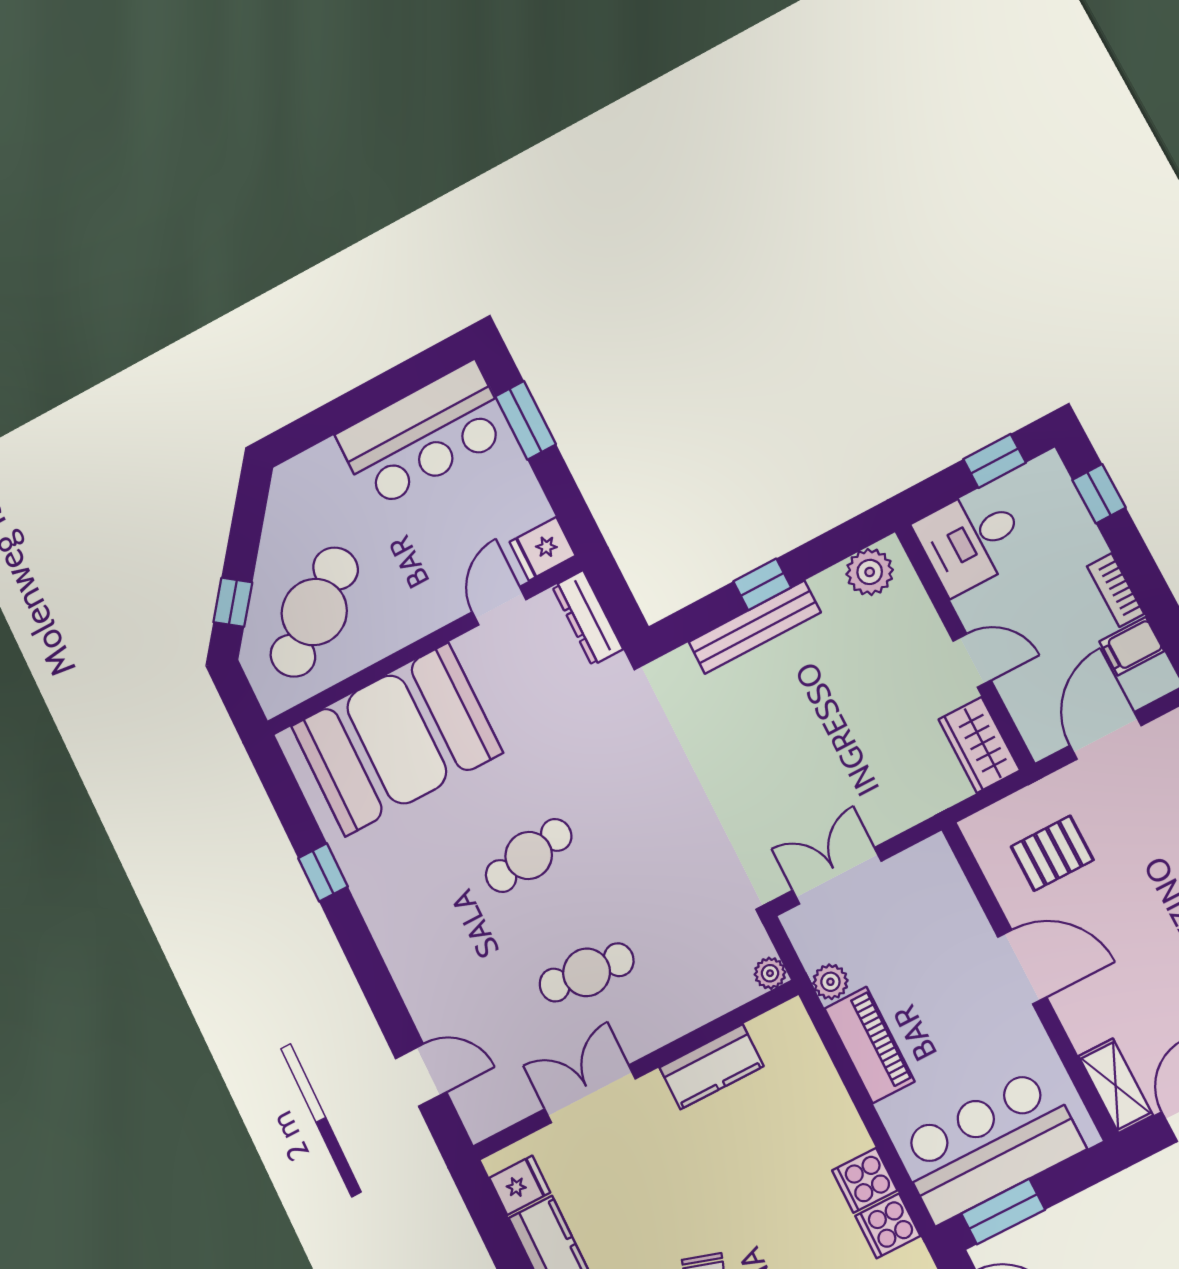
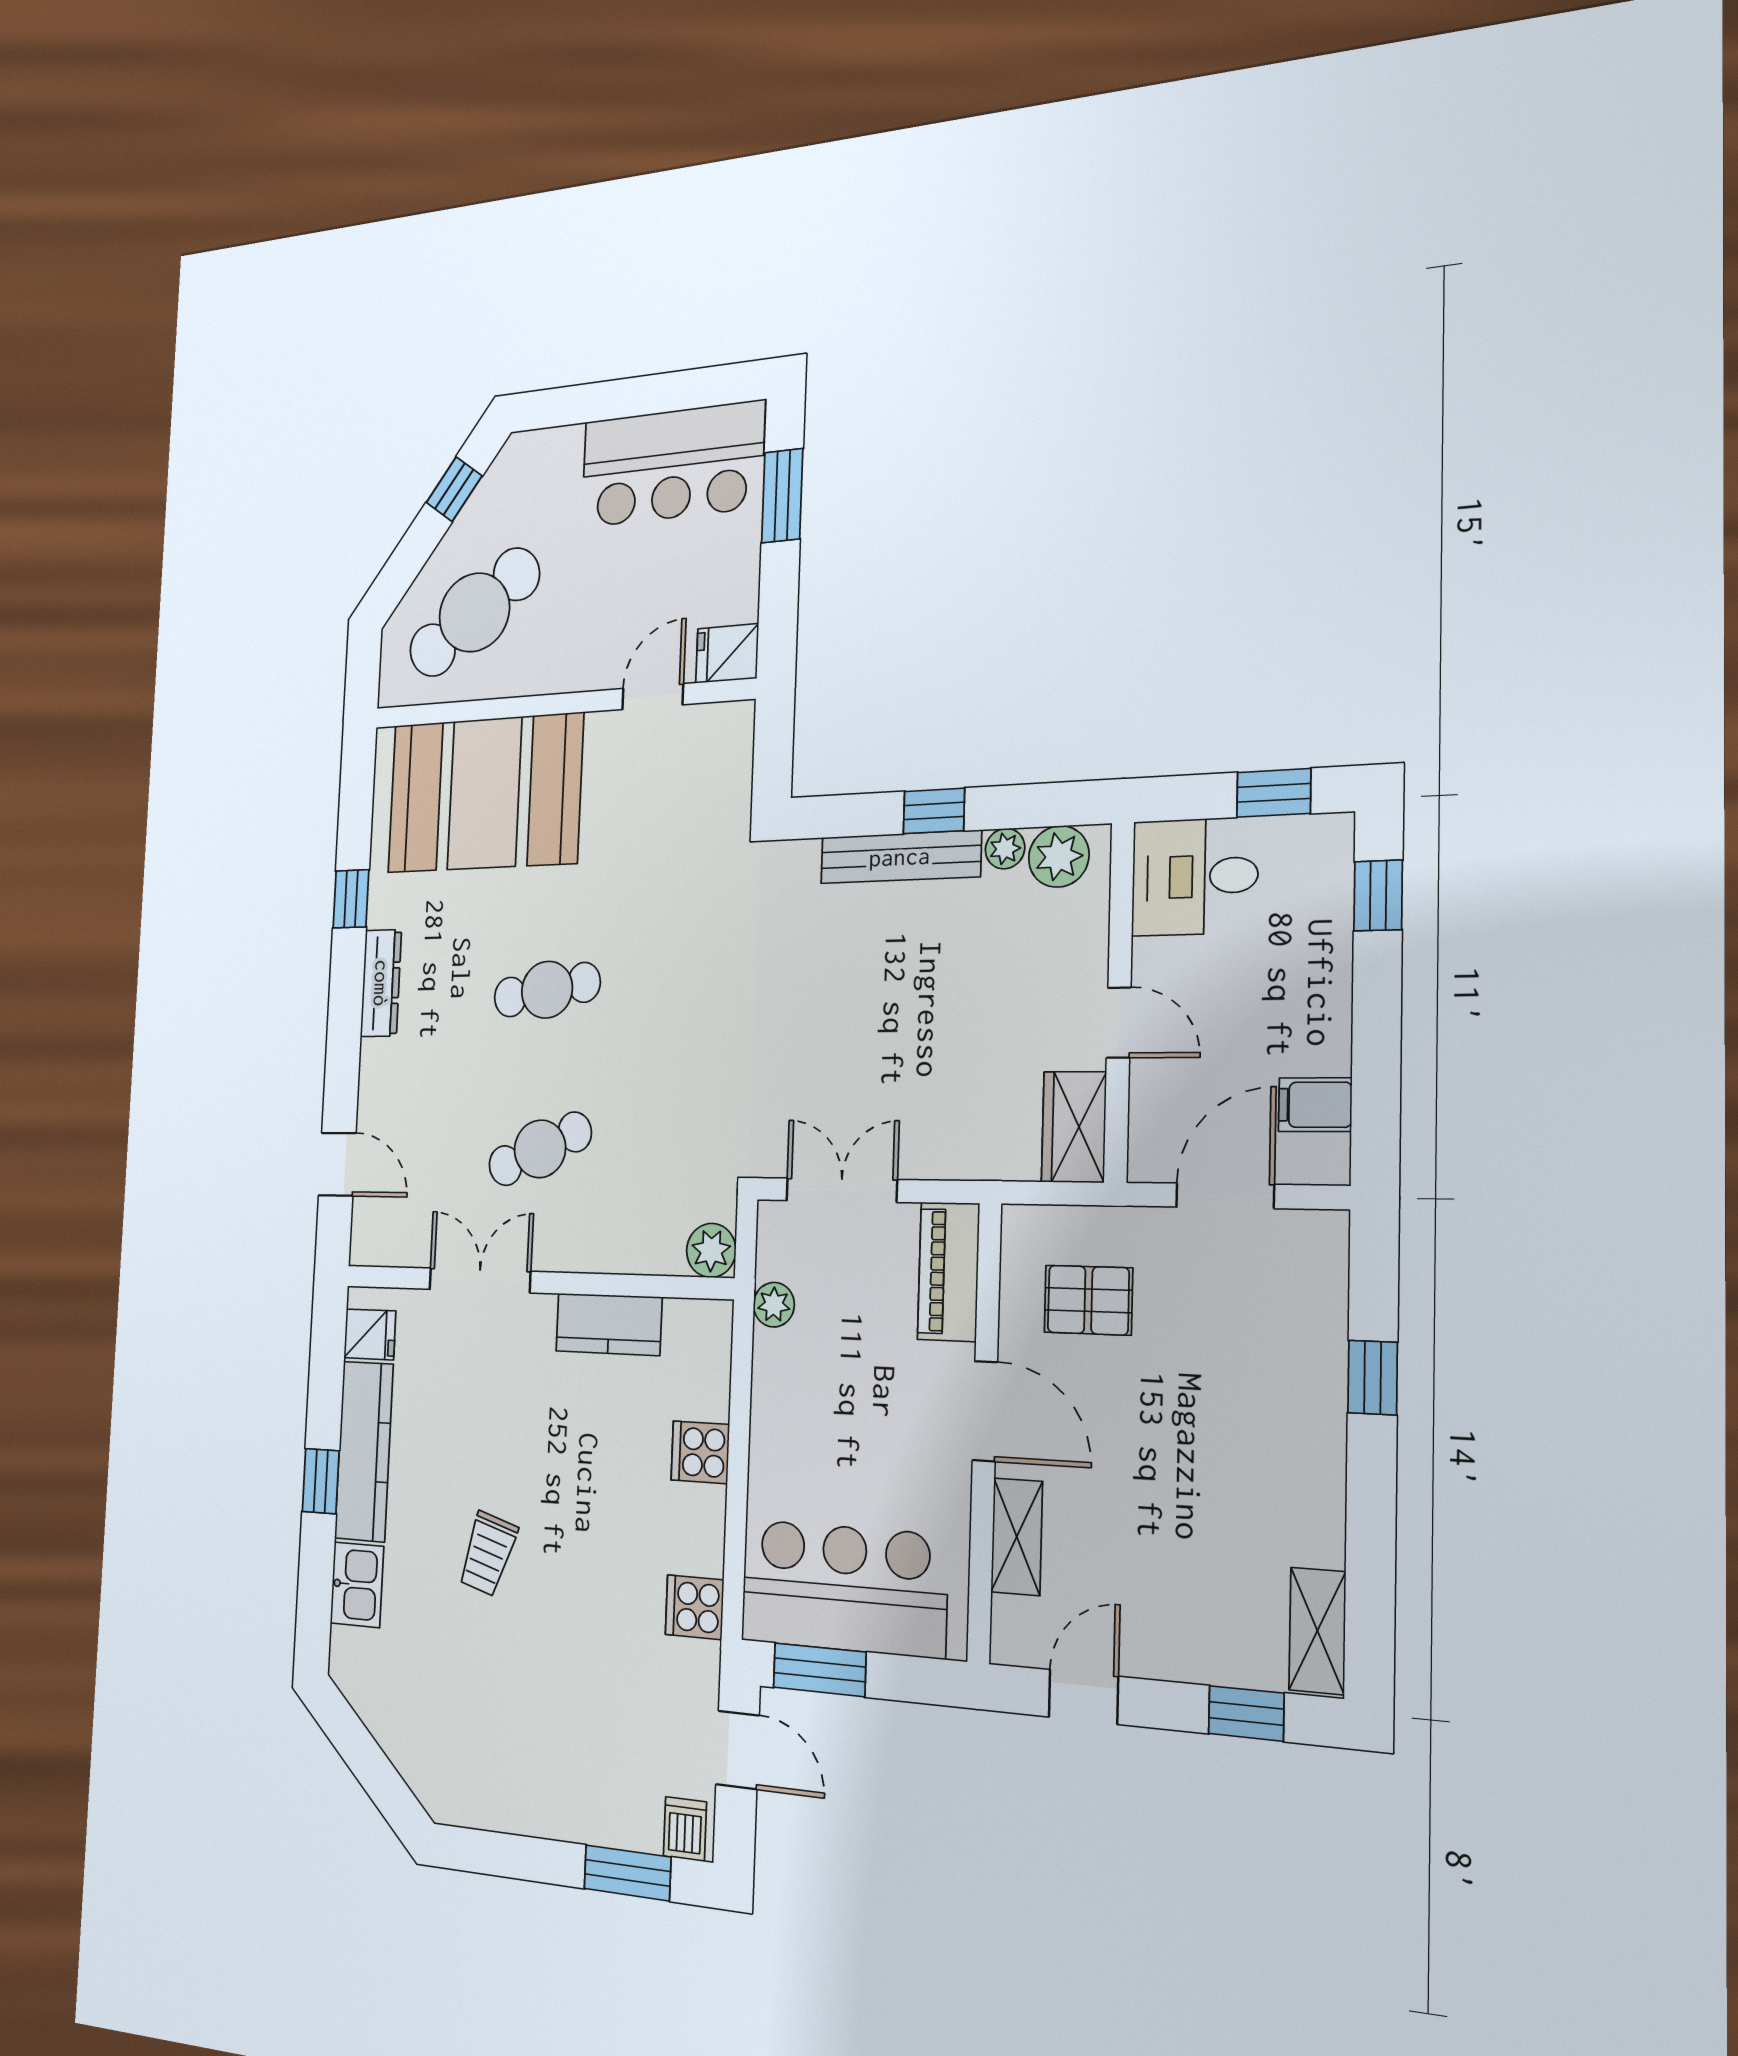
plant: (828, 585) -> (1005, 849), added
bookcase: (1116, 590) -> (1333, 1025), removed
window: (233, 602) -> (454, 489), moved
dresser: (588, 618) -> (381, 983), moved, turned 180
cafe table: (587, 972) -> (540, 1149), turned -30
plant: (770, 973) -> (711, 1250), width x1.38, depth x1.38
piano: (869, 1045) -> (949, 1271), moved, turned 180
shelving: (1116, 1086) -> (1017, 1537), moved
cooker: (865, 1180) -> (700, 1452), moved

